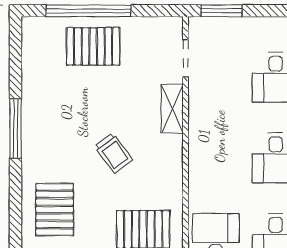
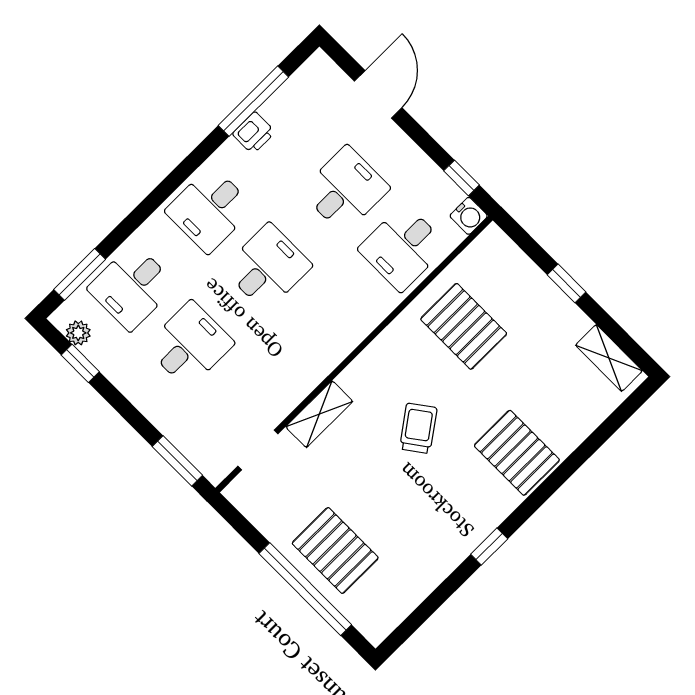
window: (16, 129) -> (489, 546), width x0.46
pallet: (55, 210) -> (517, 453), moved, turned 90

